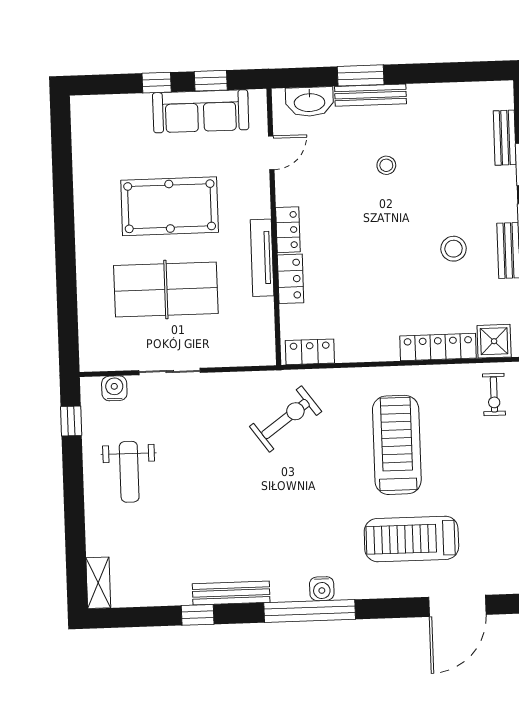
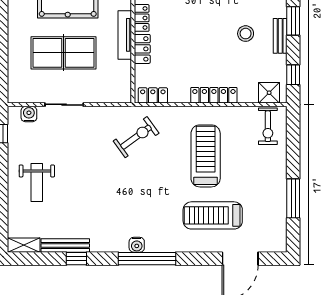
locker: (438, 347) -> (214, 95), moved
exercise bike: (494, 394) -> (268, 126), width x1.38, depth x1.39
weight bench: (129, 472) -> (37, 182), moved
shelving: (98, 583) -> (24, 245), moved, turned 90
water cooler: (322, 589) -> (137, 245), moved
bench: (231, 593) -> (65, 245), moved

